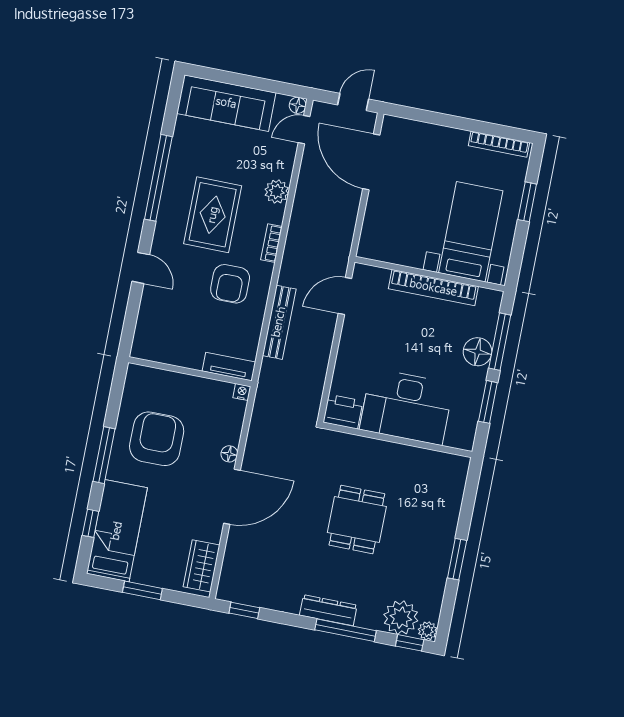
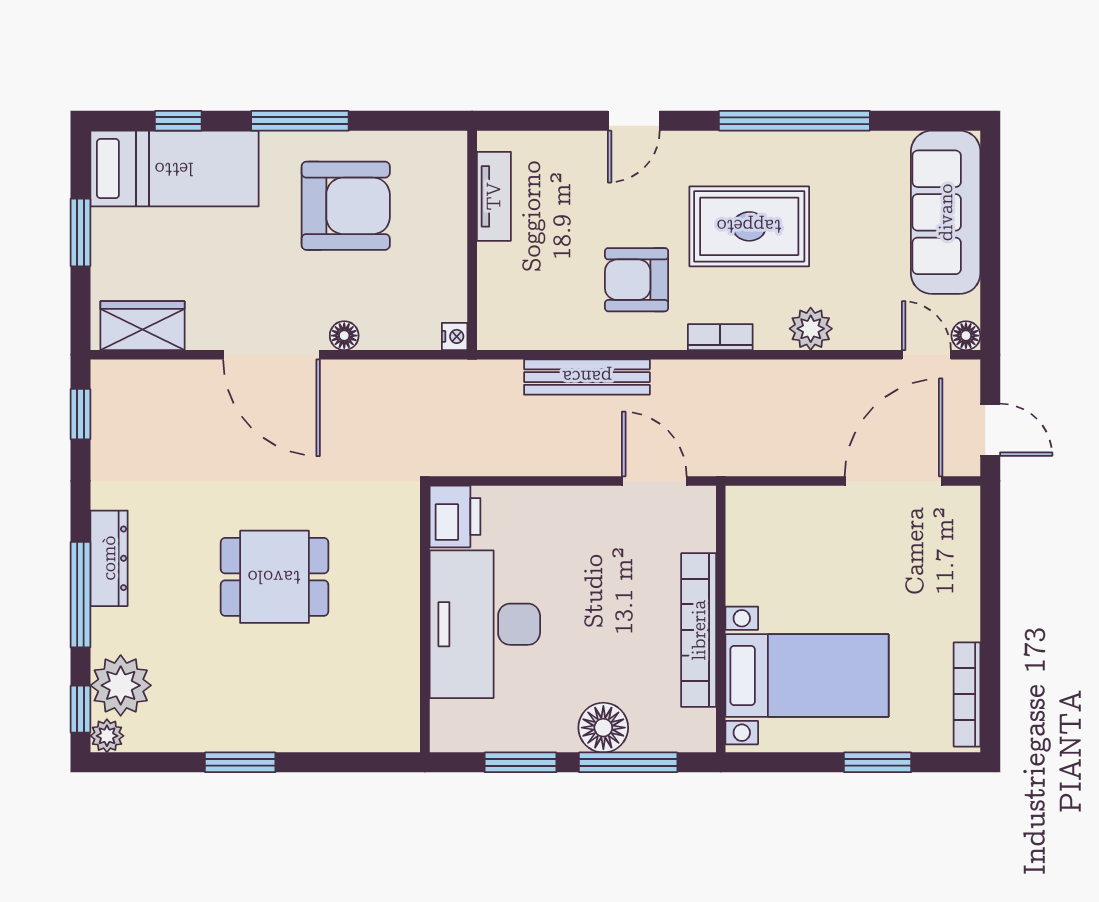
tv unit: (229, 367) -> (494, 196), moved

